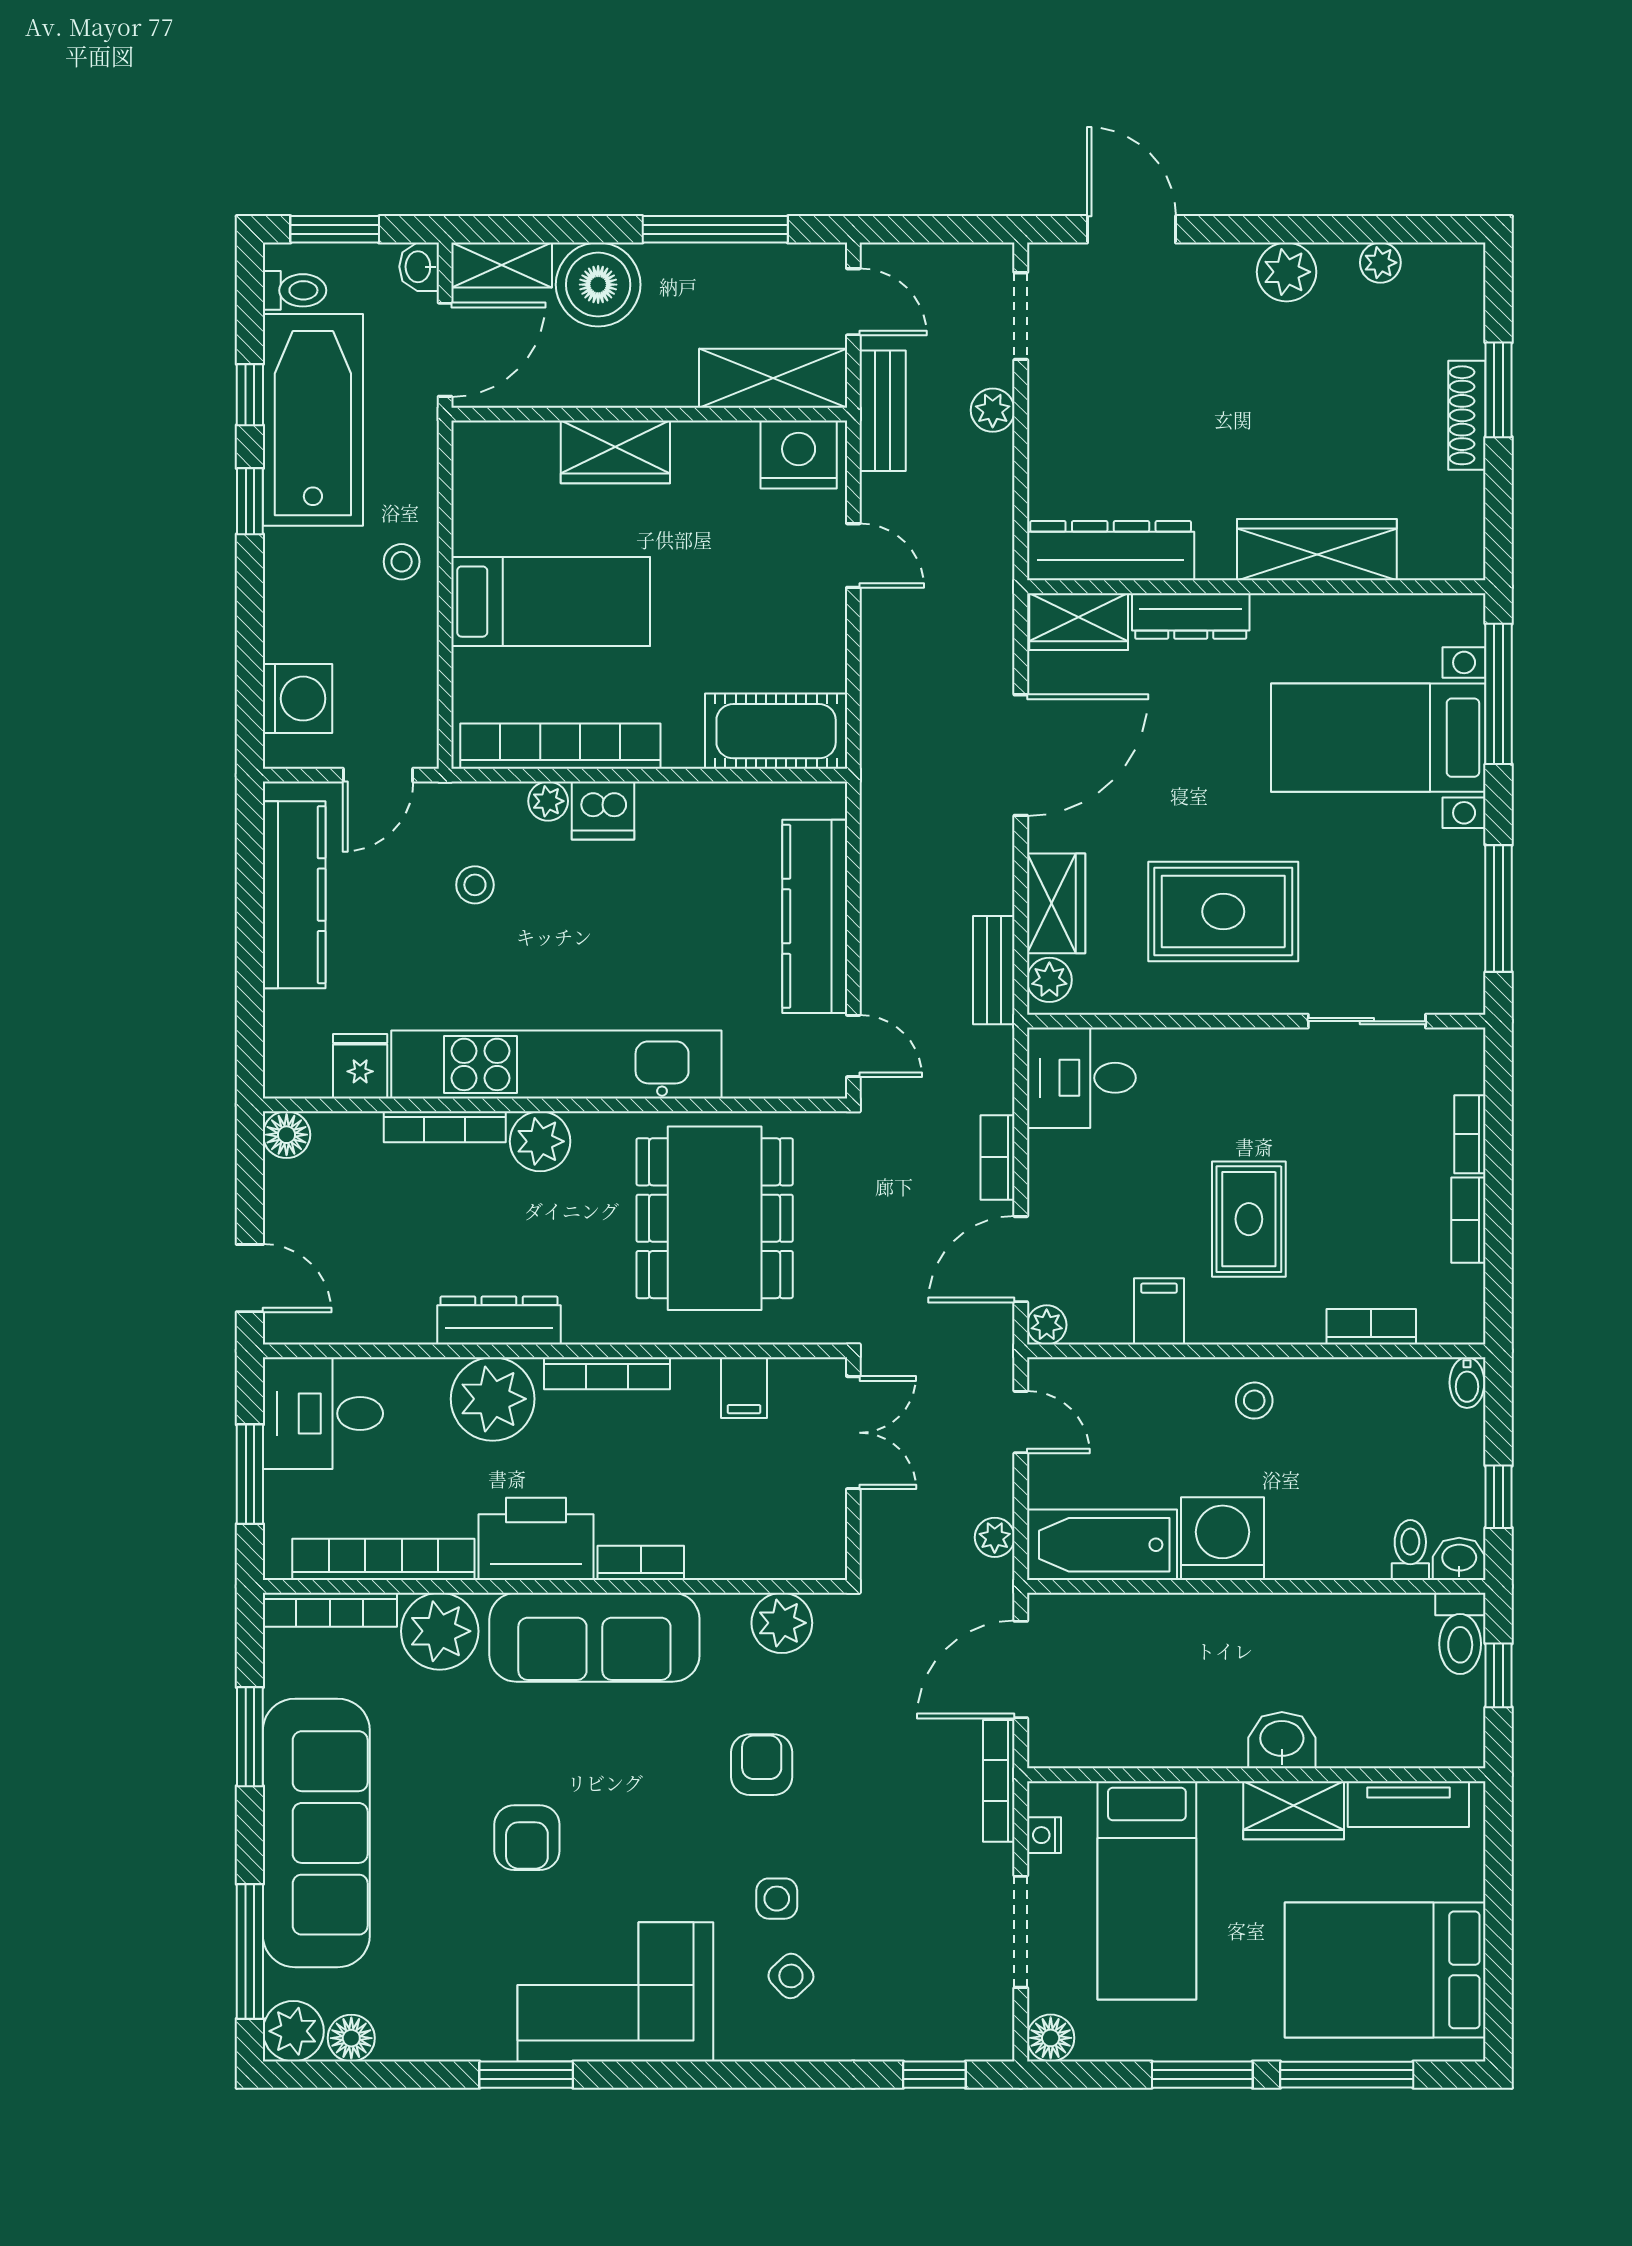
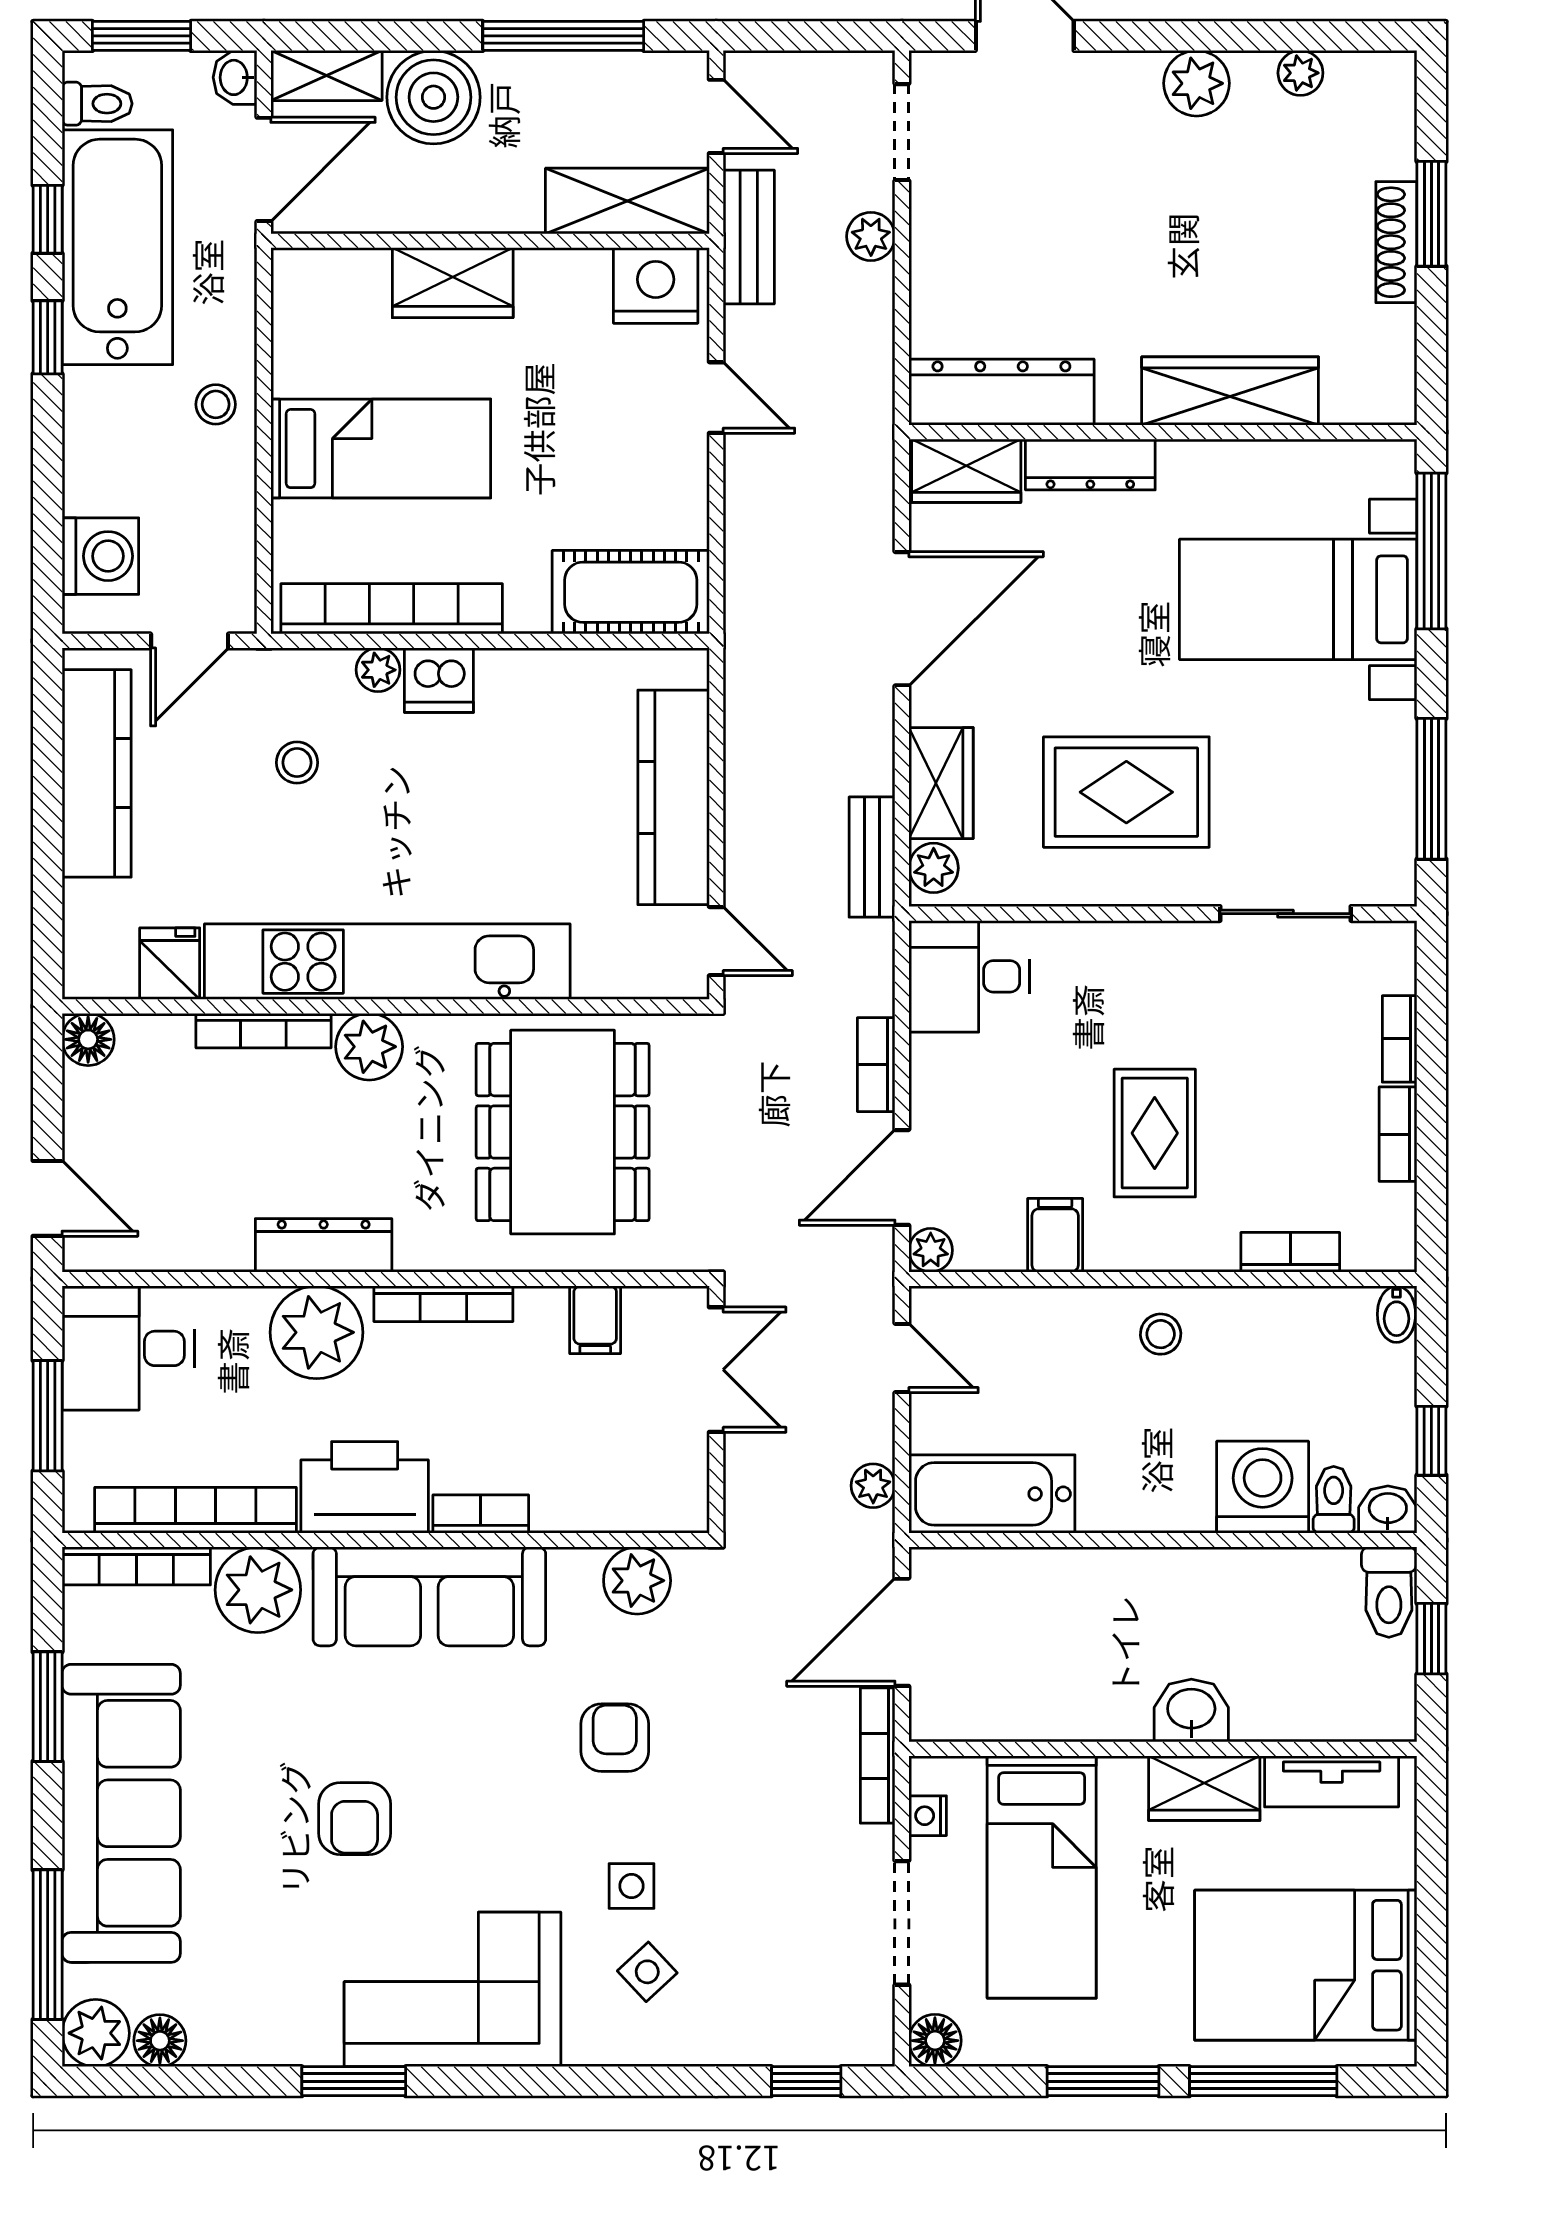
washing machine: (1223, 1539) -> (1263, 1487), moved

